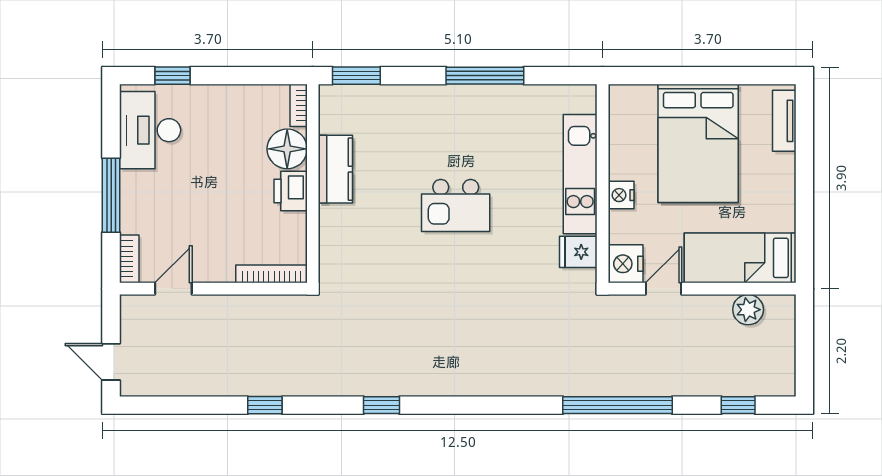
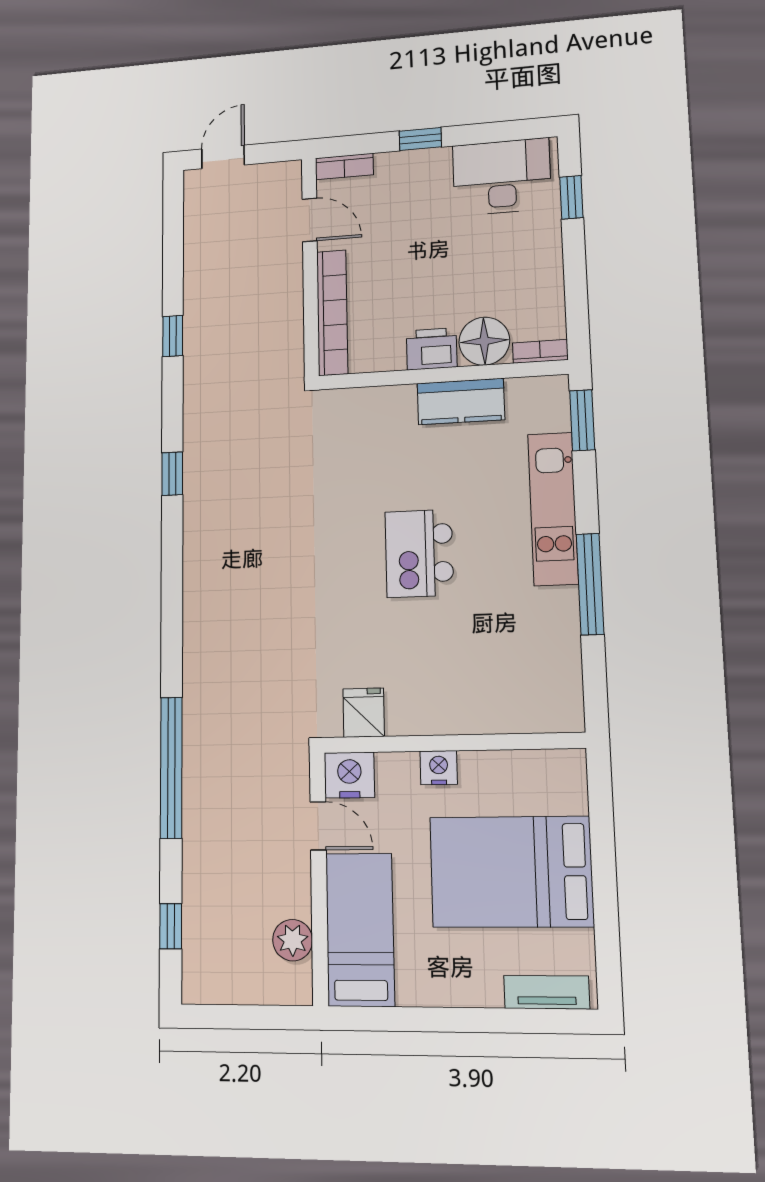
kitchen unit: (580, 174) -> (553, 509), moved, turned -90
window: (111, 195) -> (420, 139), width x0.46
bookcase: (272, 274) -> (332, 313), width x1.48, depth x1.31

